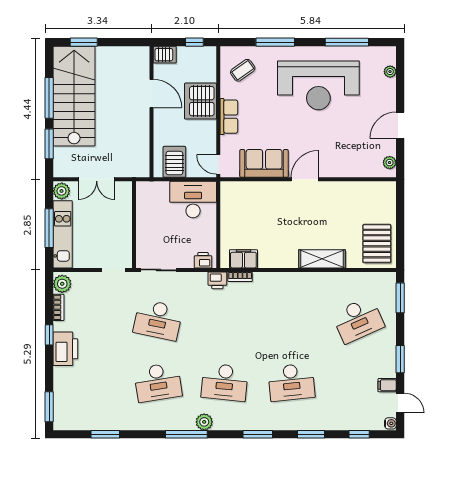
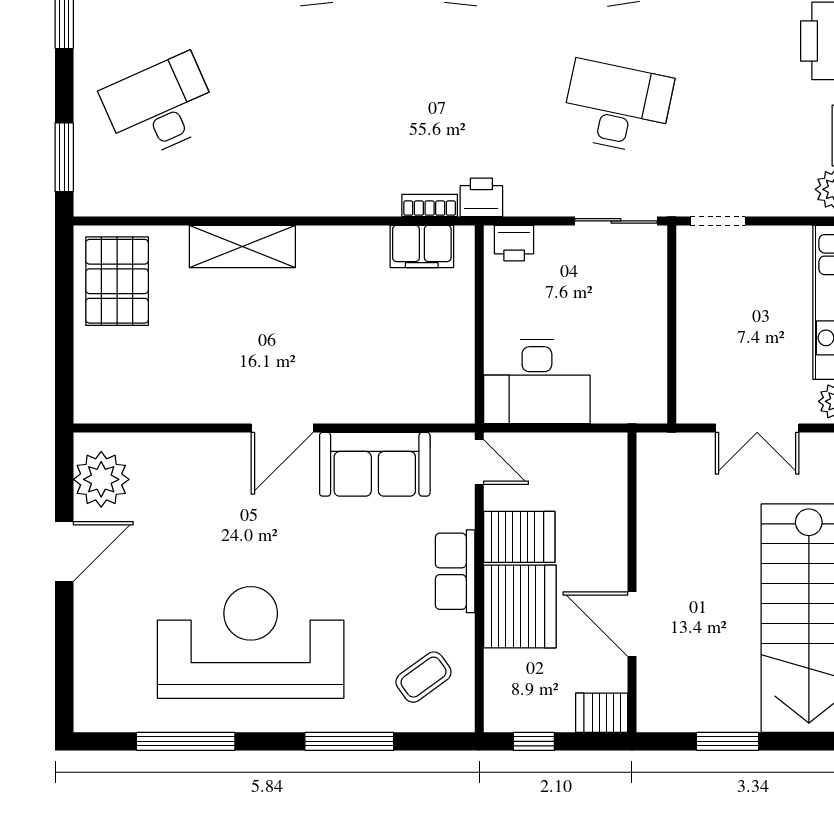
window: (84, 42) -> (728, 741), moved
plant: (390, 72) -> (87, 674), removed
server rack: (174, 162) -> (519, 537), moved, turned -90
plant: (390, 163) -> (101, 479), width x1.87, depth x1.87
double door: (97, 179) -> (757, 428), swing flipped

